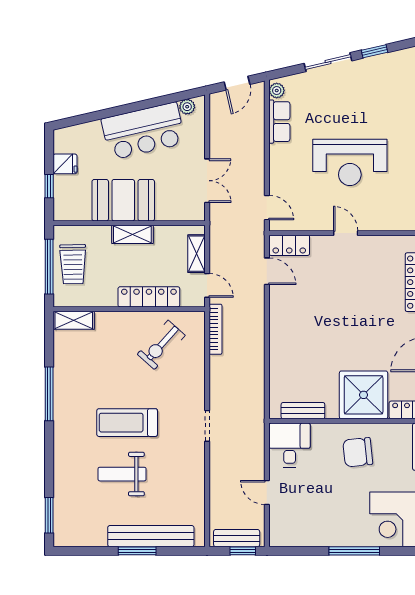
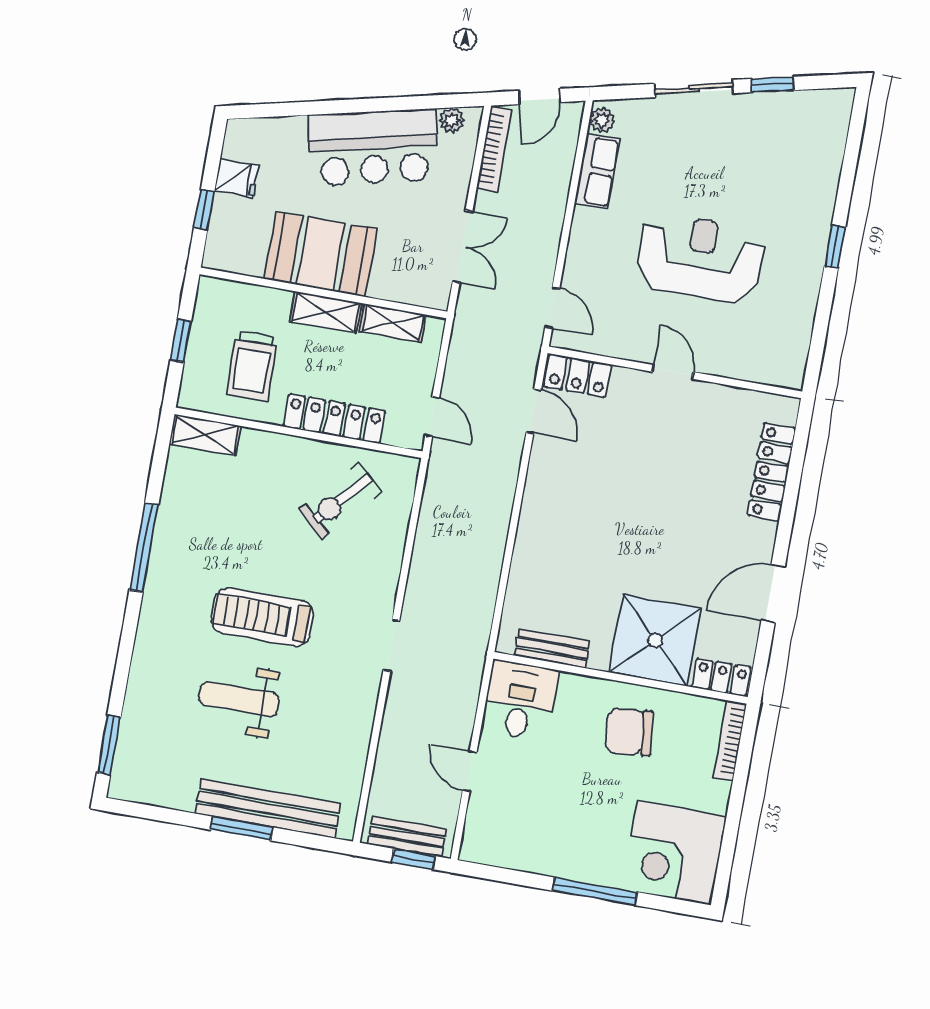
reception desk: (350, 162) -> (700, 258), turned 180
shelving: (196, 254) -> (393, 323), moved, turned 90
trolley: (73, 264) -> (252, 366), moved
window: (49, 267) -> (181, 341), width x0.46
bookcase: (216, 329) -> (494, 149), moved

